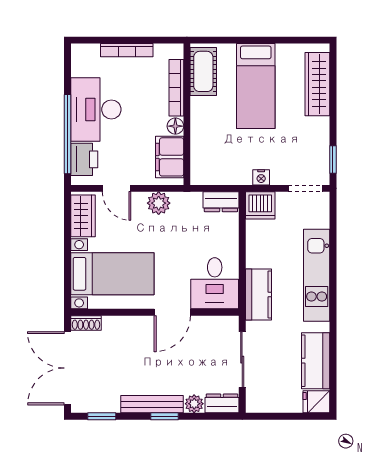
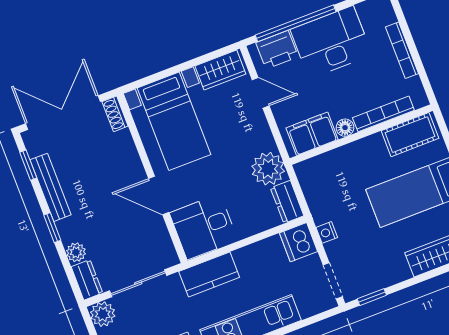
door: (116, 188) -> (261, 93), swing flipped
plant: (159, 203) -> (268, 169), moved, width x1.36, depth x1.36
plant: (257, 401) -> (103, 314), added
bench: (152, 404) -> (51, 187), moved

